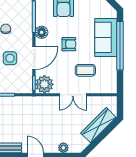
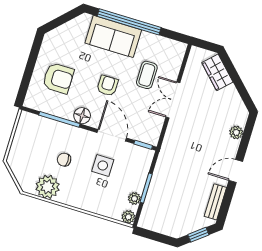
plant: (44, 84) -> (149, 132), removed
double door: (73, 95) -> (173, 100), swing flipped
wardrobe: (98, 125) -> (217, 72), width x0.67

